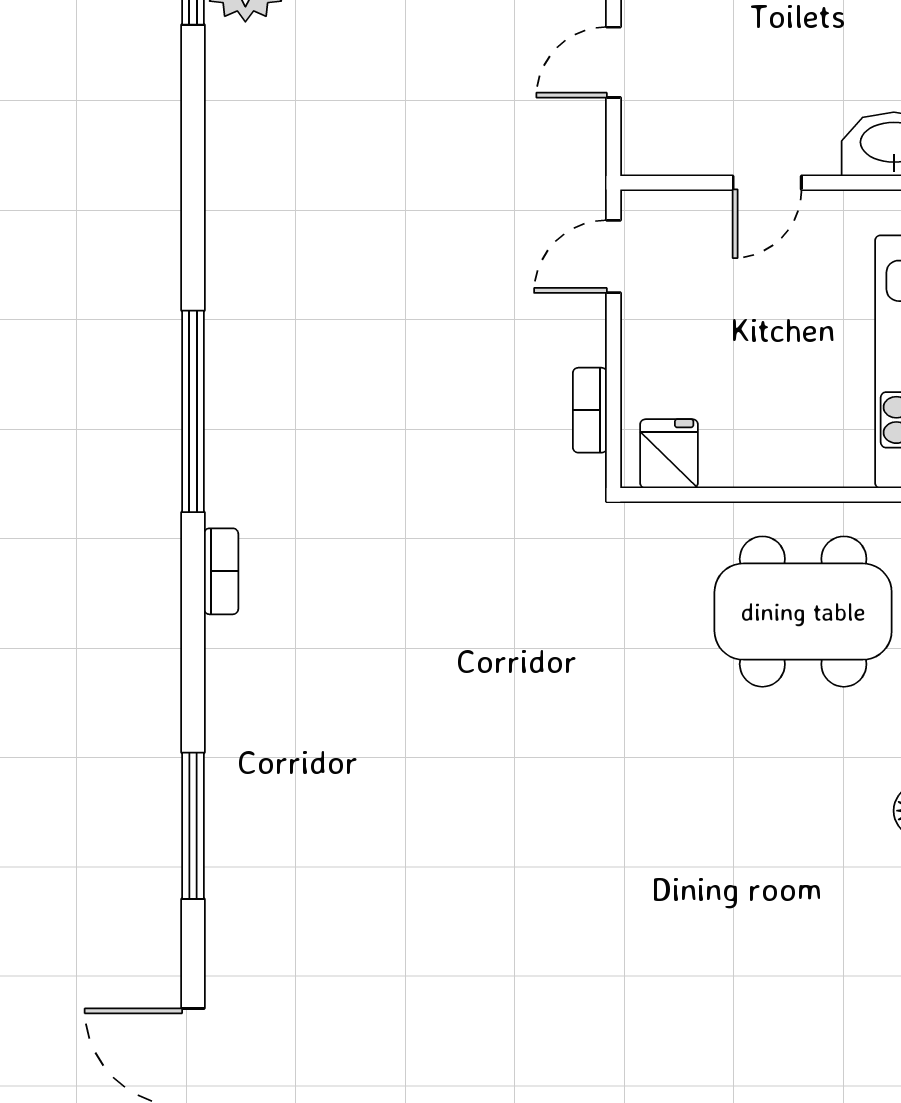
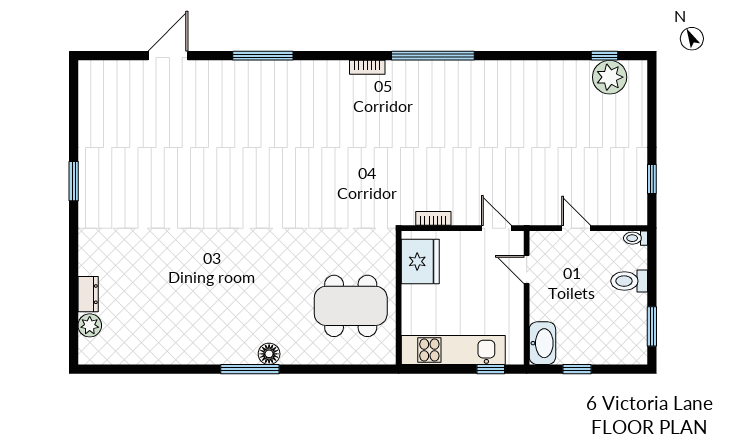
door: (767, 183) -> (527, 269), moved
fridge: (669, 454) -> (420, 261), width x1.88, depth x1.34
dining table: (803, 612) -> (351, 306), turned 90

